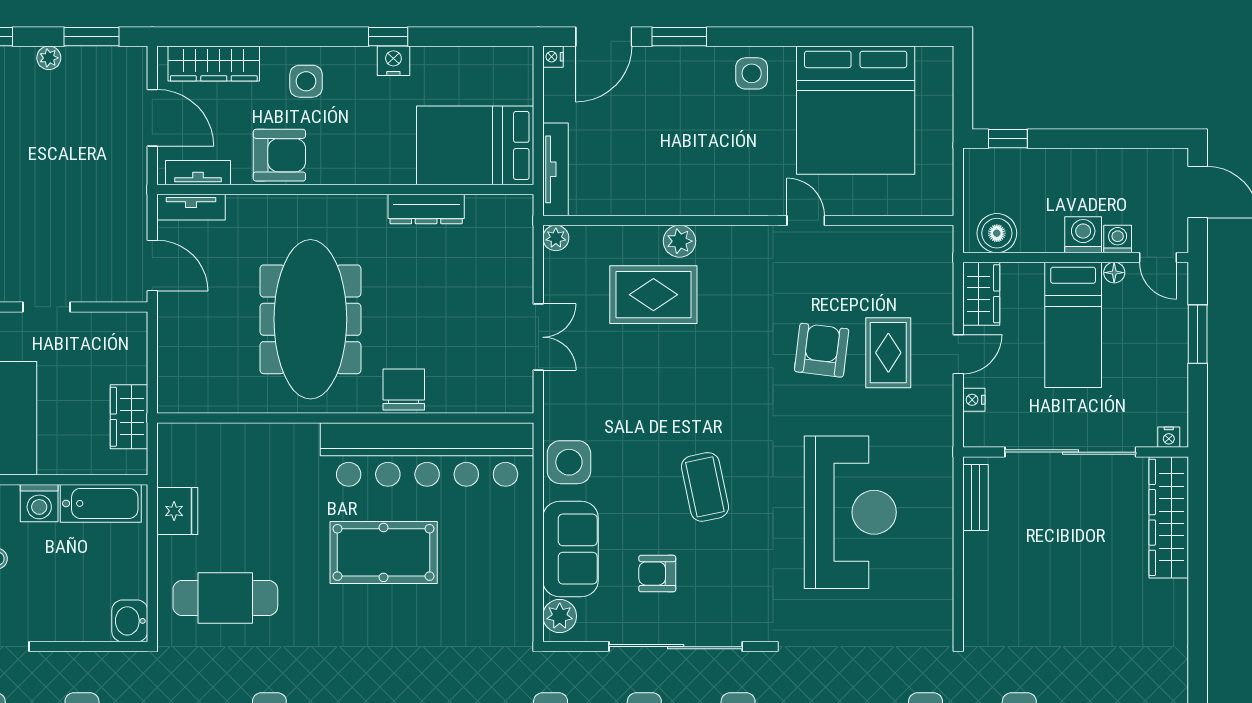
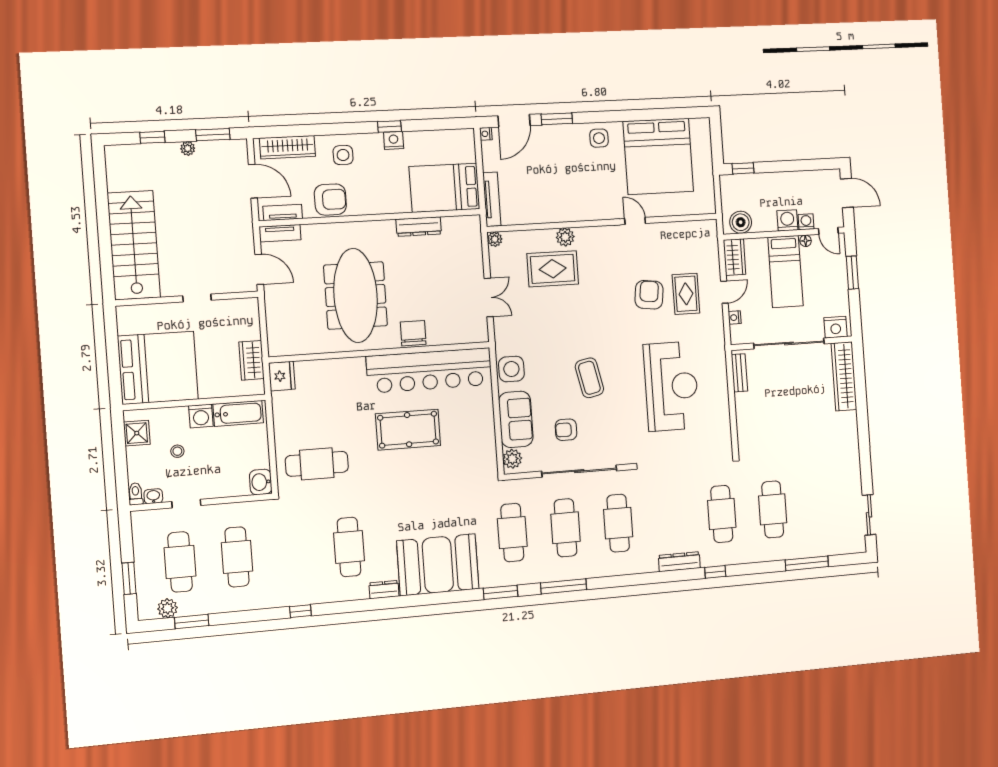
nightstand: (1169, 437) -> (836, 327), width x1.89, depth x1.79
fridge: (177, 511) -> (282, 376), moved

